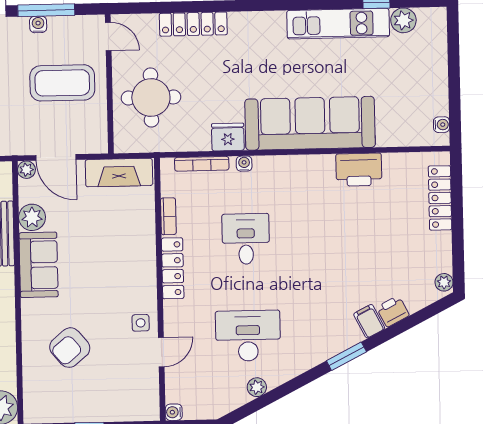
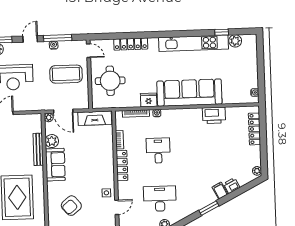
kitchen unit: (338, 24) -> (194, 43), width x1.36

